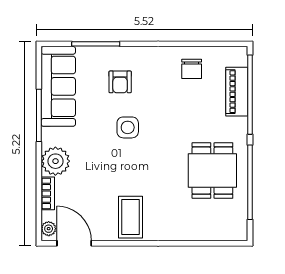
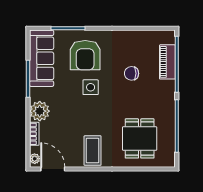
chair: (192, 69) -> (132, 73), moved, turned 90
armchair: (120, 82) -> (85, 55), width x1.88, depth x1.88
dining table: (212, 170) -> (140, 138), moved

